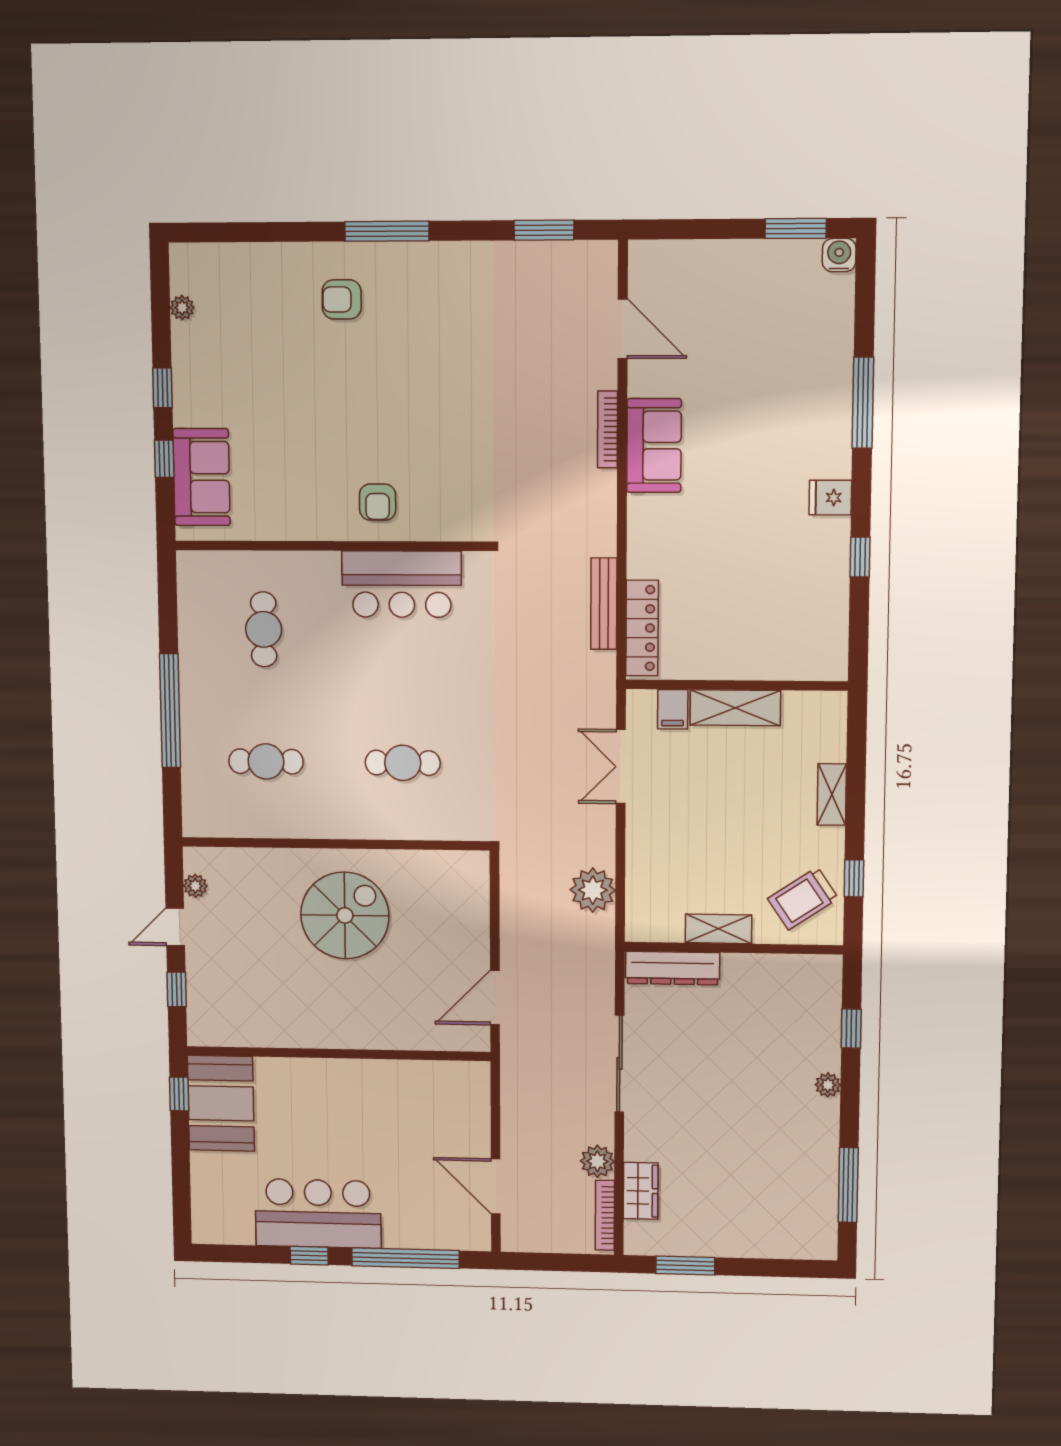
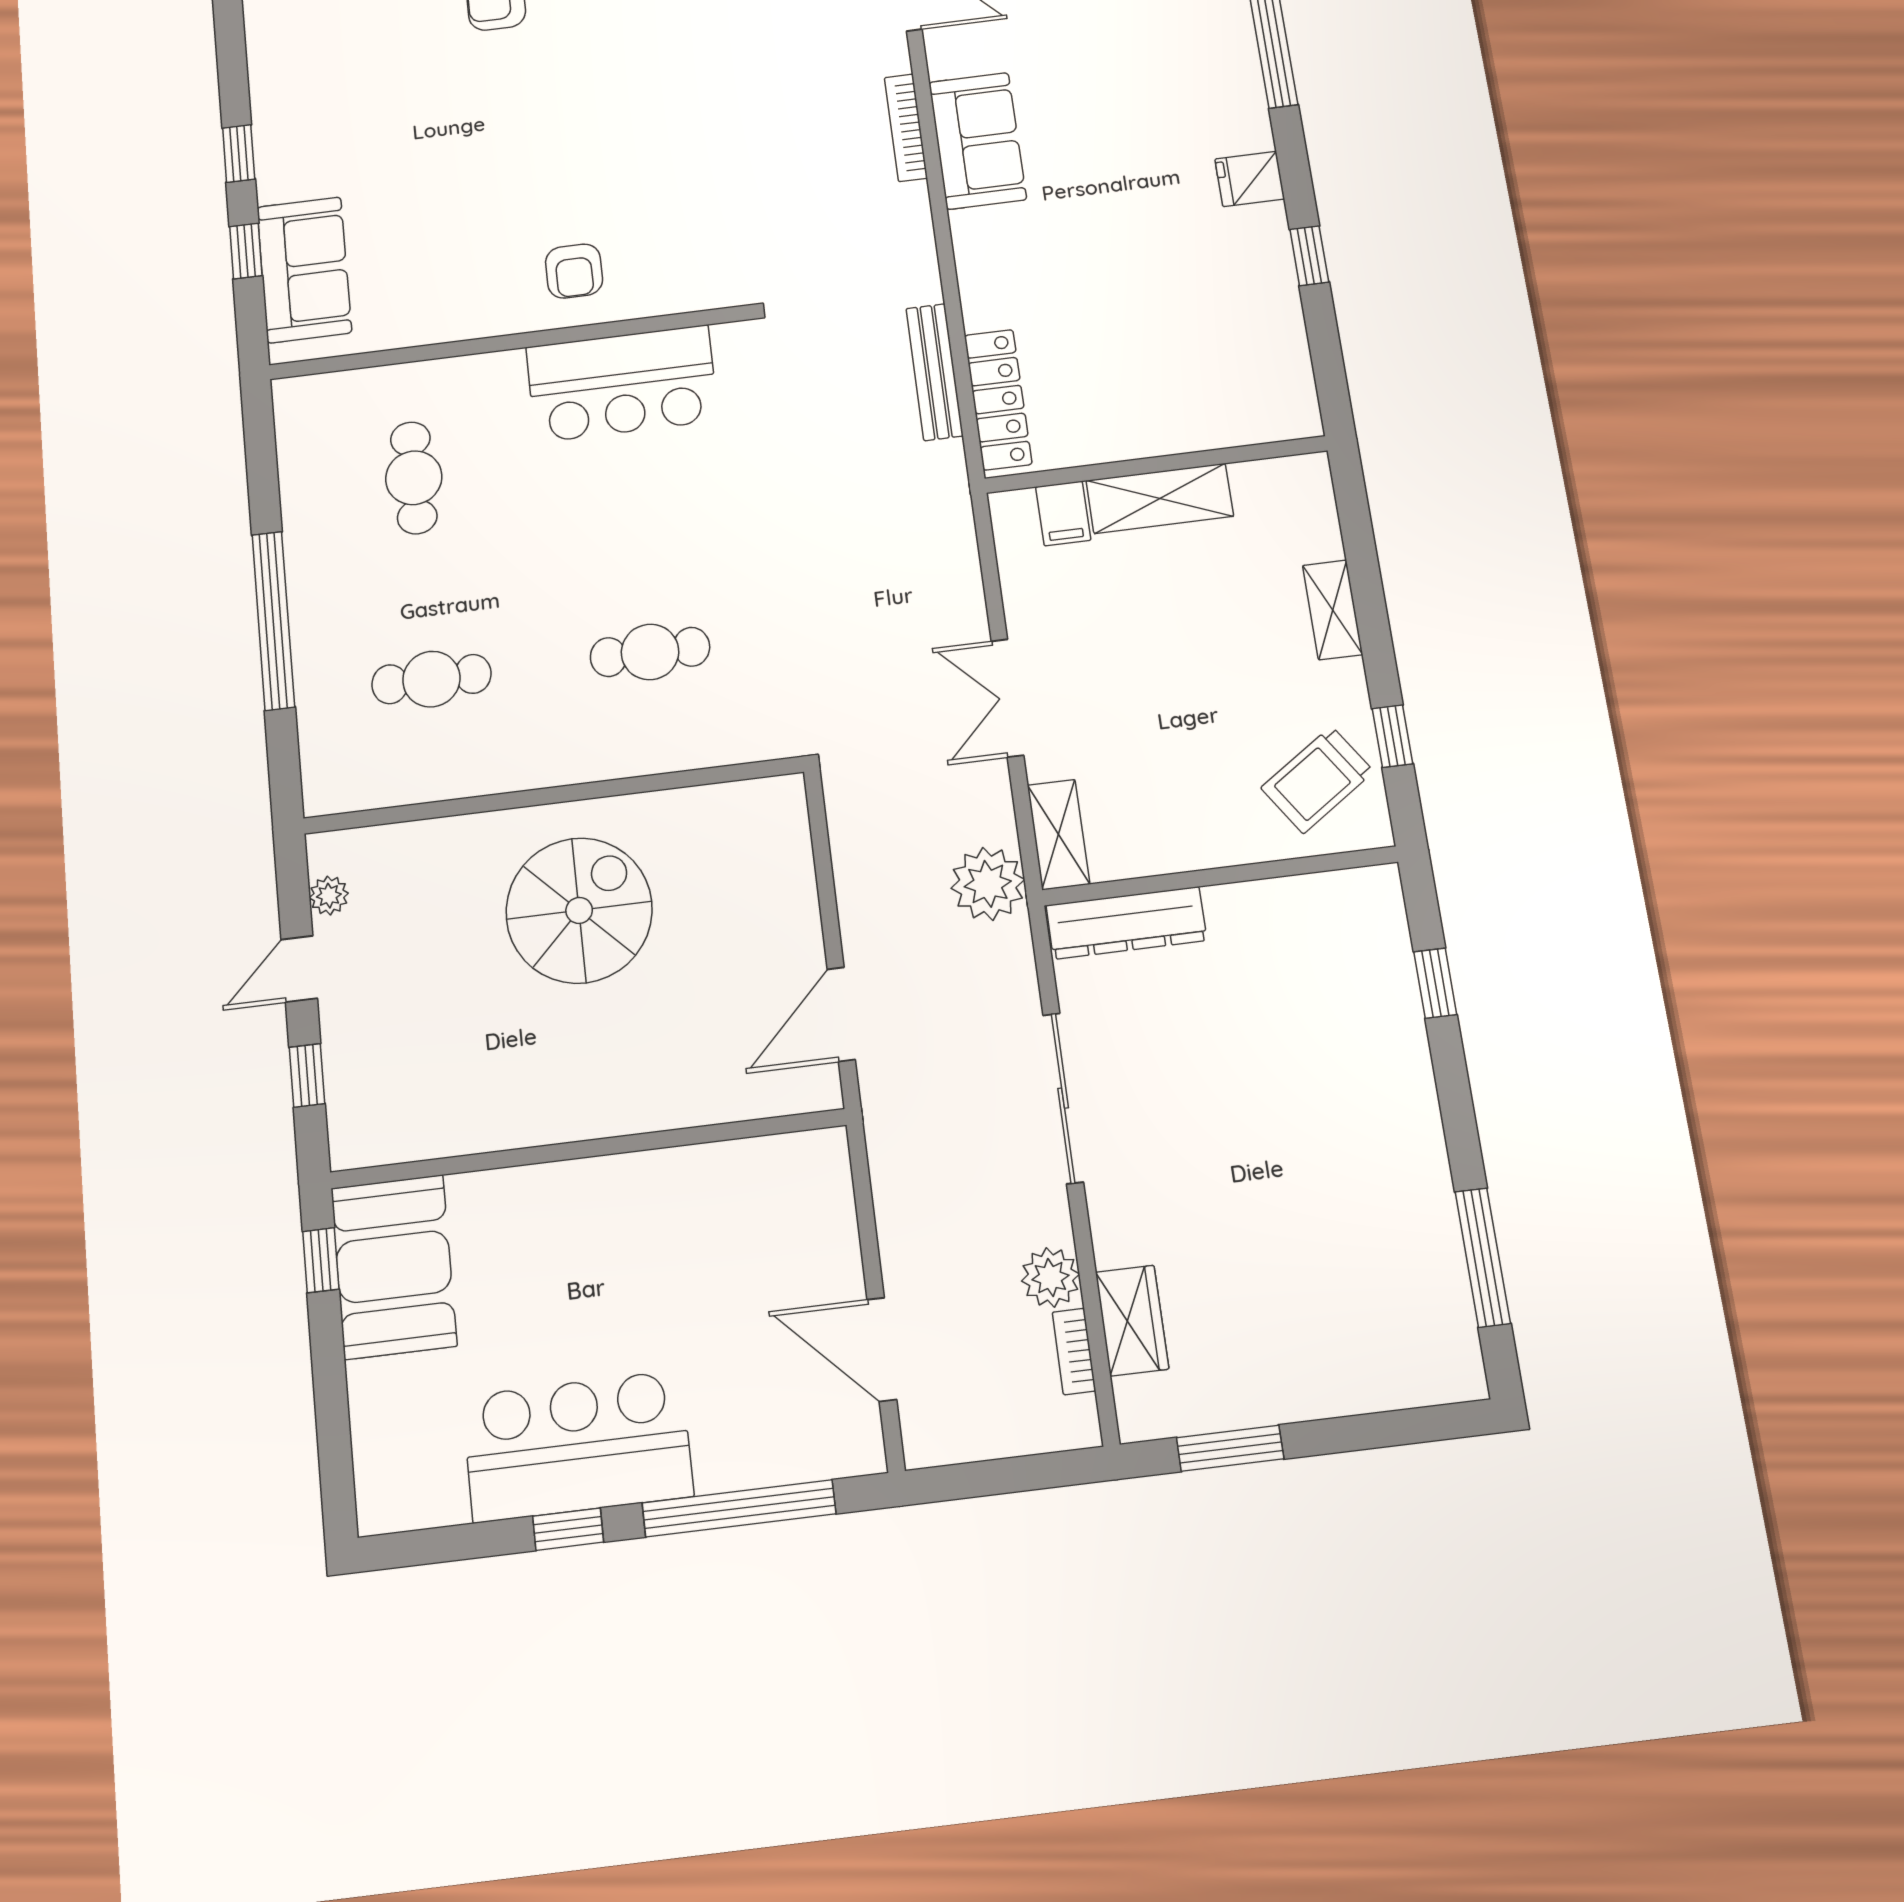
plant: (182, 308) -> (263, 42), removed
double door: (621, 767) -> (1007, 698), moved
plant: (593, 890) -> (988, 884), moved
shelving: (718, 929) -> (1058, 835), moved, turned 90
plant: (828, 1085) -> (1415, 1085), removed
bookcase: (605, 1215) -> (1074, 1352), width x0.64

